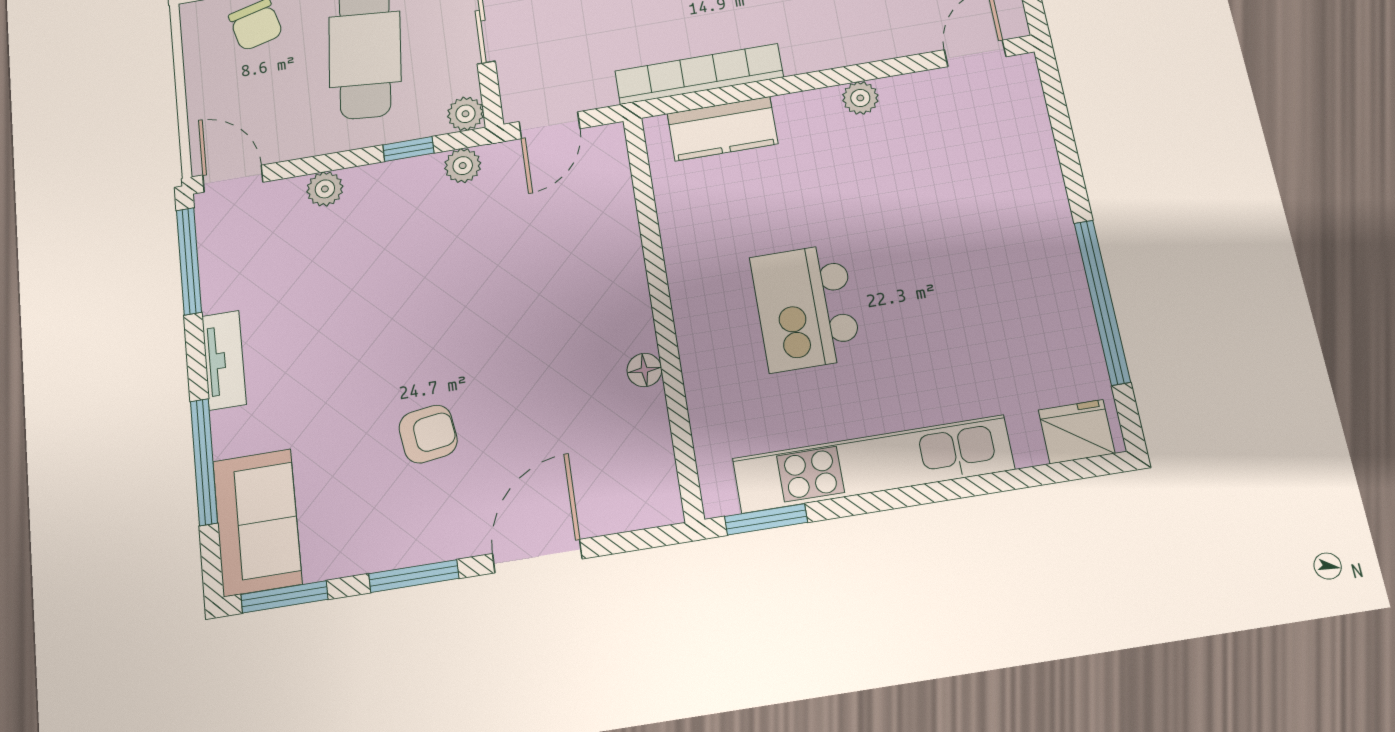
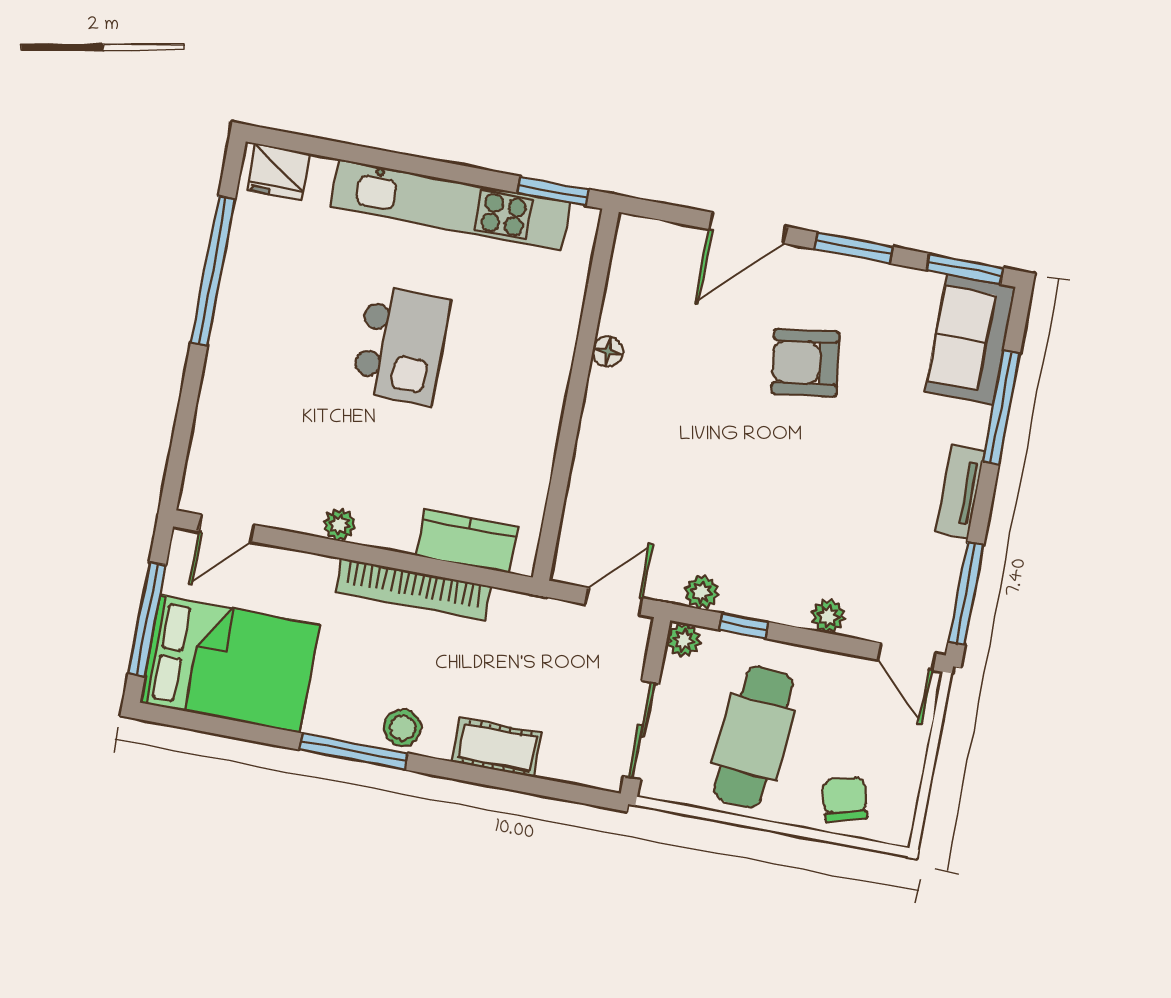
bookcase: (699, 74) -> (413, 589), moved
kitchen island: (806, 308) -> (401, 345), moved
armchair: (428, 434) -> (805, 363), width x1.38, depth x1.38

